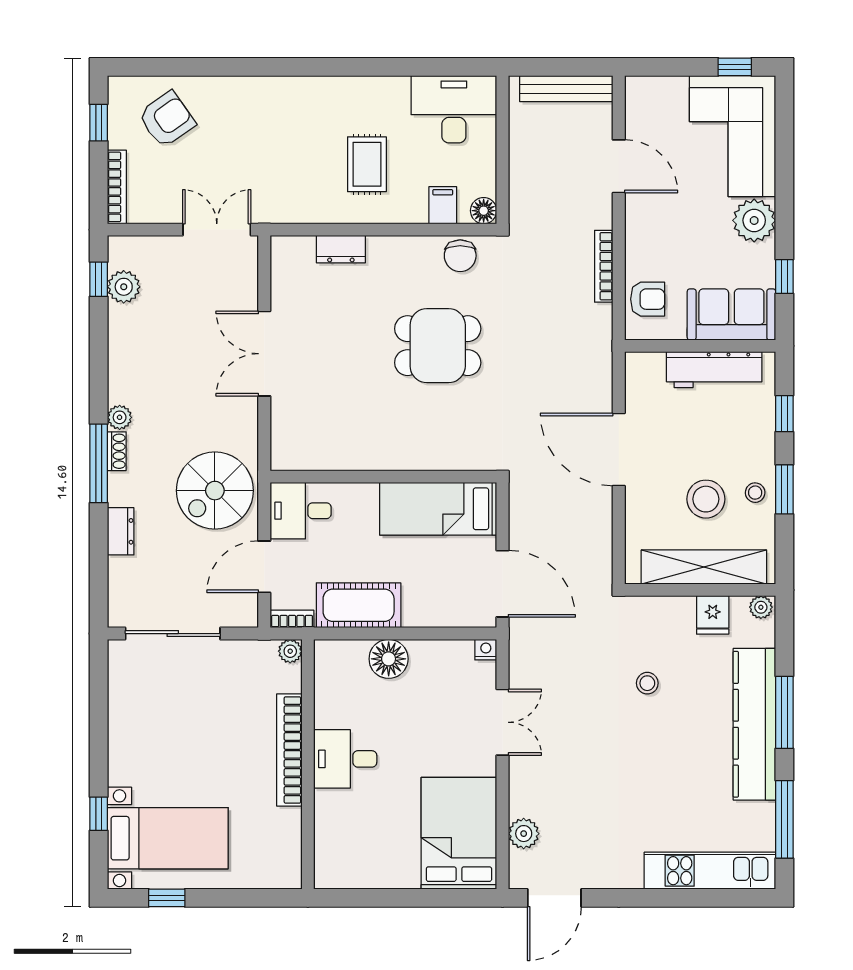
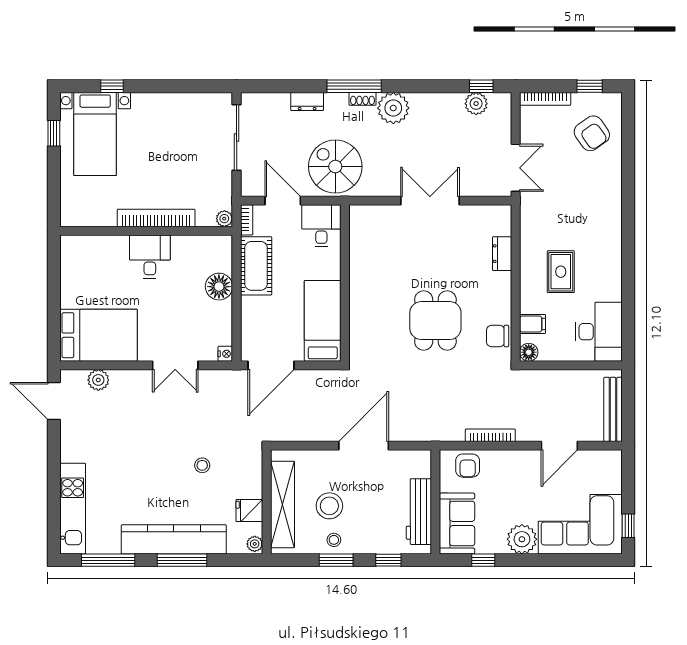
rug: (367, 164) -> (561, 272), turned 90
plant: (120, 417) -> (393, 108), width x1.87, depth x1.87

